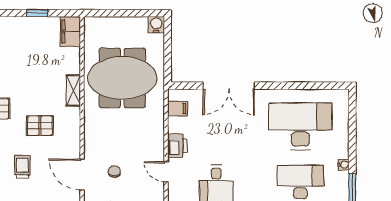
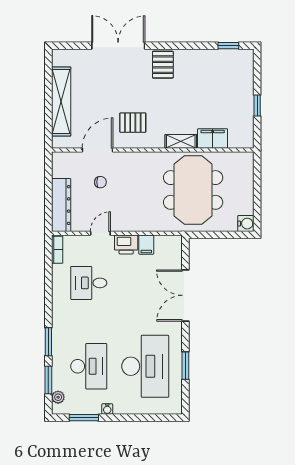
filing cabinet: (70, 32) -> (213, 139), moved
window: (300, 86) -> (185, 366), added
filing cabinet: (178, 109) -> (146, 245), moved
pallet: (40, 126) -> (133, 123), moved, turned 90
trolley: (22, 167) -> (105, 91), removed

